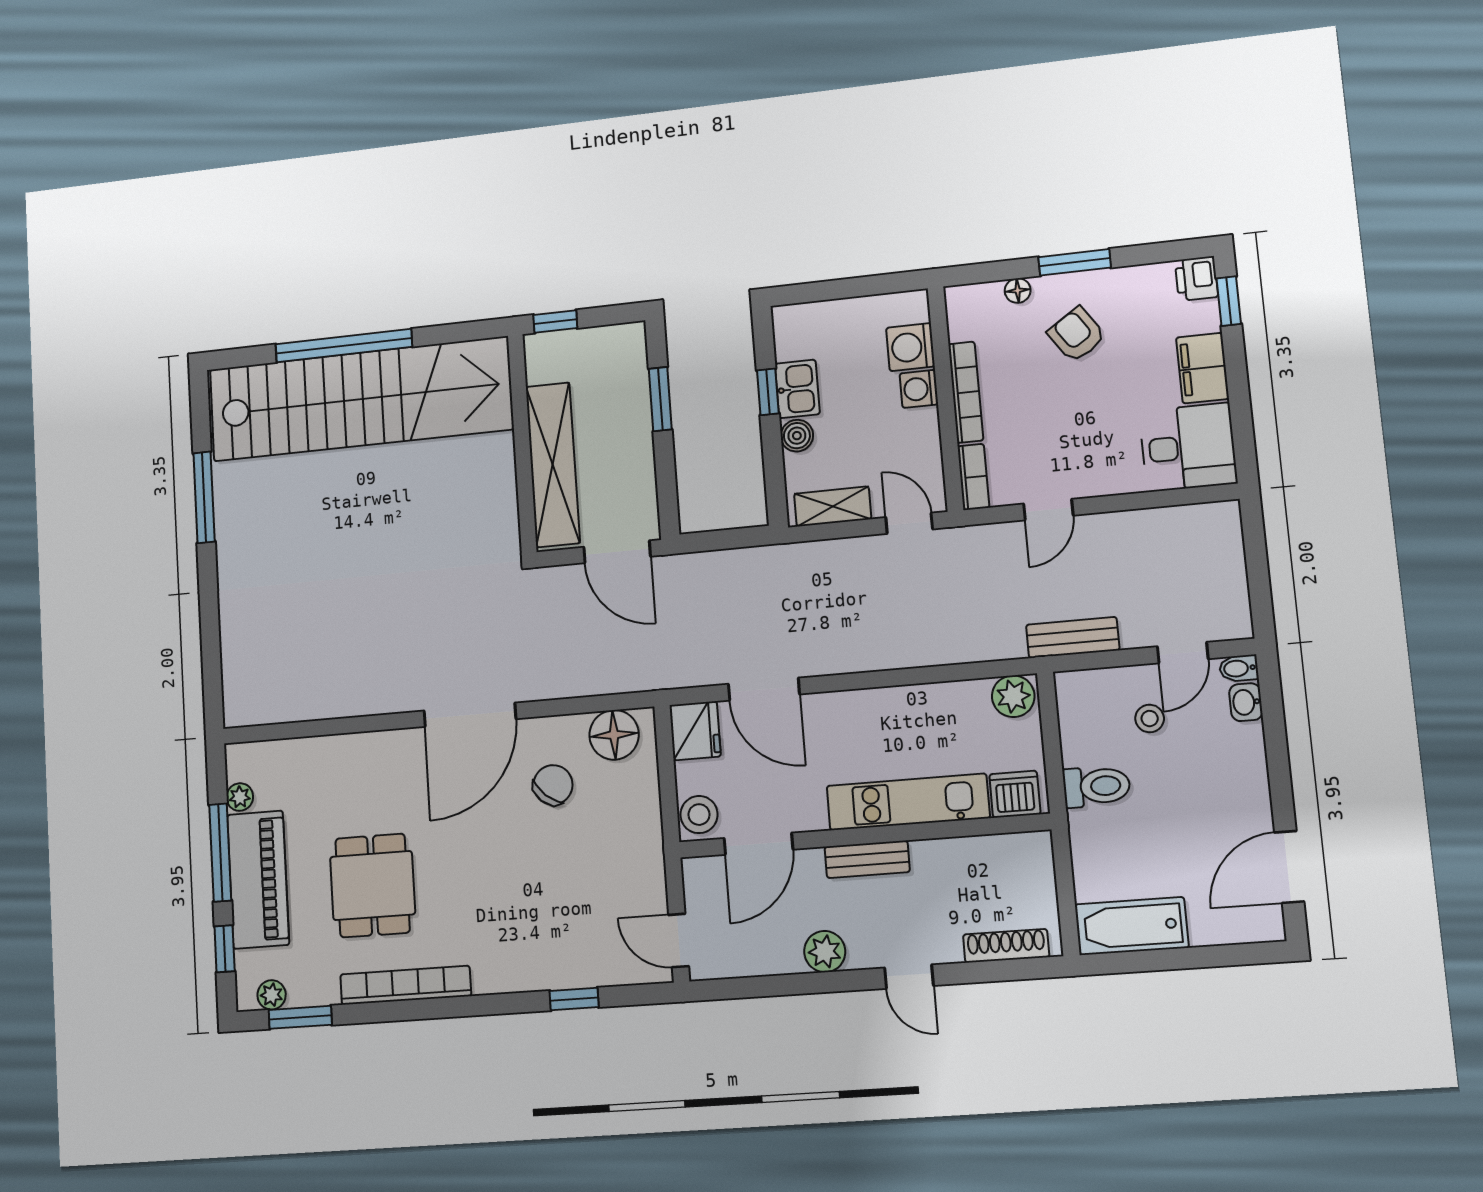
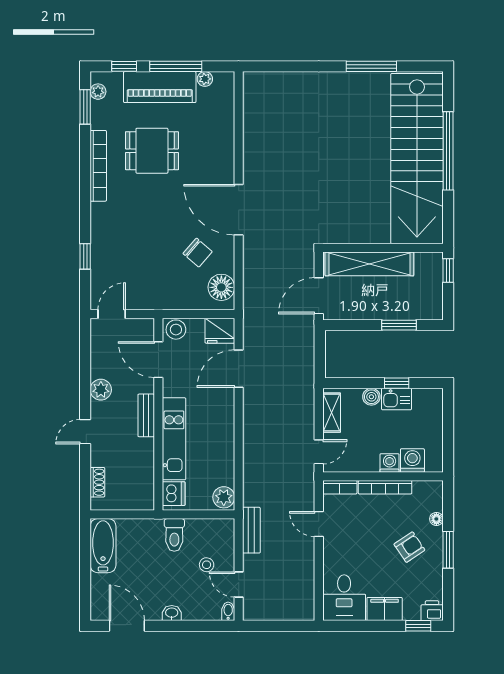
washbasin: (1246, 702) -> (172, 613), moved
shoe rack: (1006, 946) -> (97, 482), width x0.70

